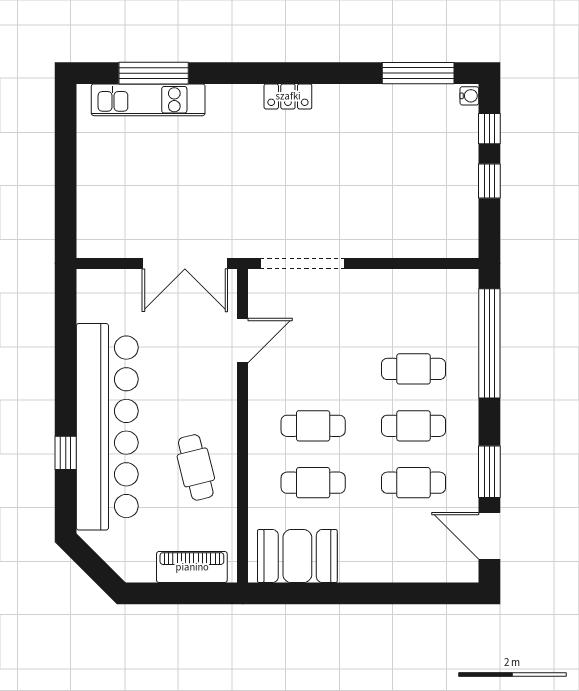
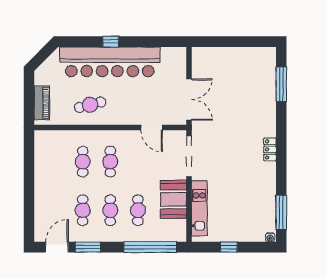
kitchen unit: (148, 100) -> (199, 208), moved, turned 180
window: (489, 129) -> (254, 247), removed
double door: (185, 264) -> (189, 99), swing flipped
window: (66, 453) -> (111, 42), moved
booth: (297, 556) -> (173, 199), moved

